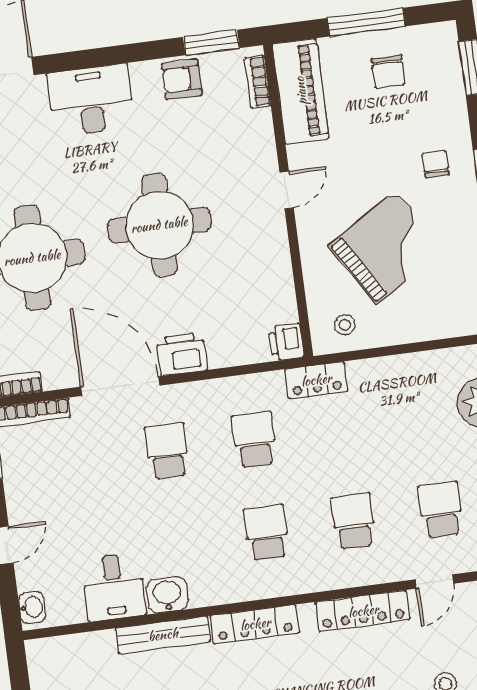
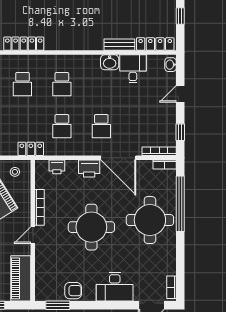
bookcase: (257, 82) -> (39, 207), moved, width x1.56
printer: (286, 342) -> (57, 167), moved, turned 90
locker: (255, 624) -> (155, 44), moved
bench: (163, 635) -> (119, 45), width x0.73

